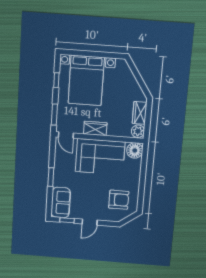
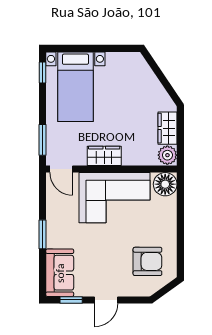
window: (56, 80) -> (43, 72), moved
bed with nightstands: (86, 80) -> (75, 87), width x0.73

